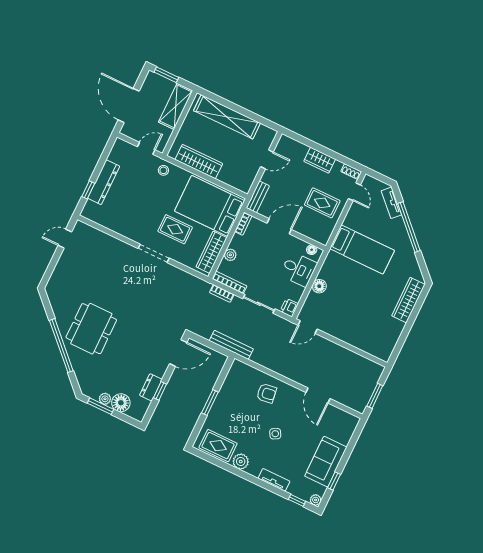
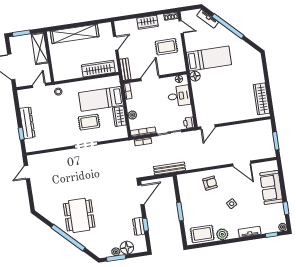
wardrobe: (199, 162) -> (98, 69), moved
bed: (210, 206) -> (101, 99), width x0.67
wardrobe: (211, 252) -> (119, 116), width x0.67
floor lamp: (319, 286) -> (195, 76), moved
wardrobe: (408, 300) -> (261, 99), moved
sofa: (326, 462) -> (271, 187), moved

